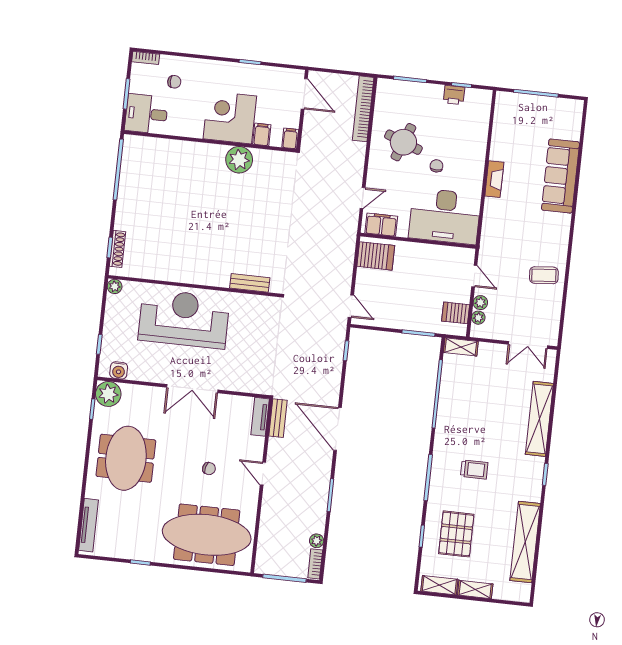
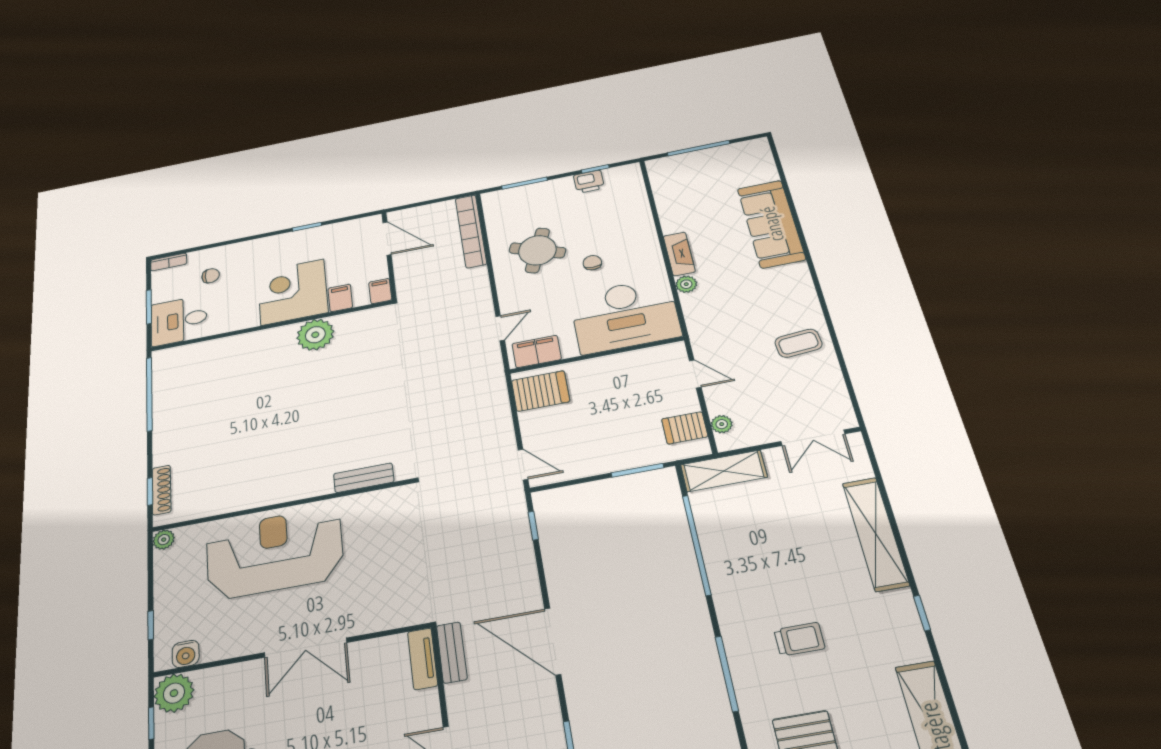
plant: (480, 303) -> (686, 284), moved
shelving: (461, 347) -> (724, 471), width x1.50, depth x1.33

